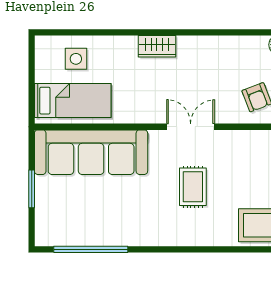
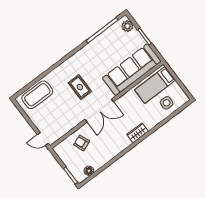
double door: (191, 127) -> (99, 111), width x1.37
plant: (46, 226) -> (127, 26), added

